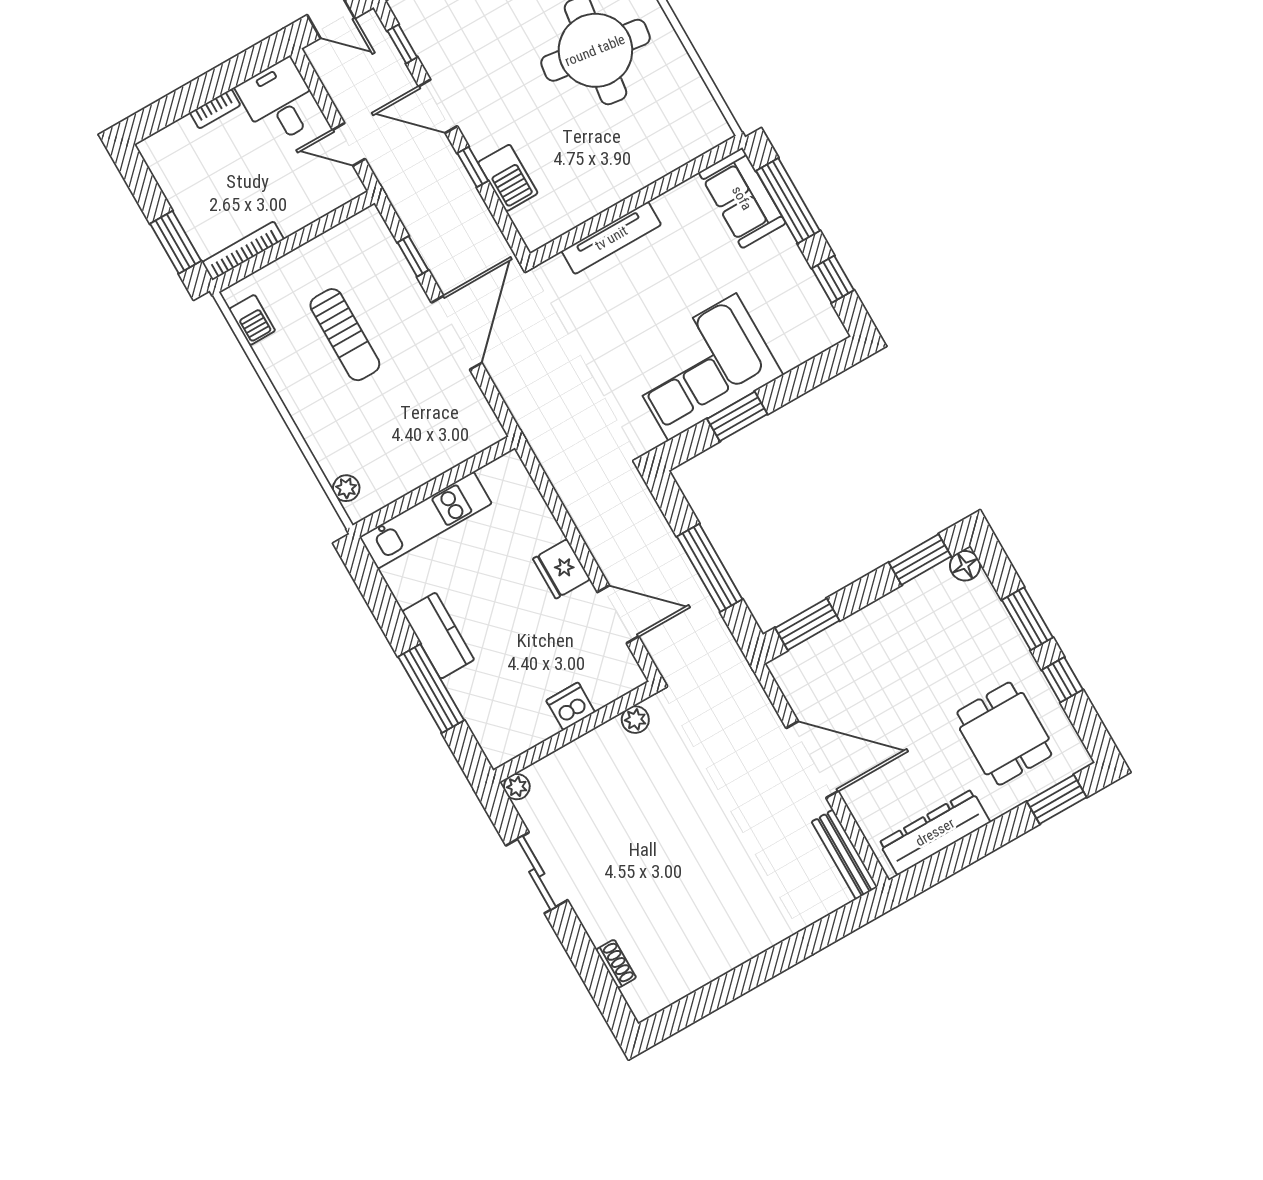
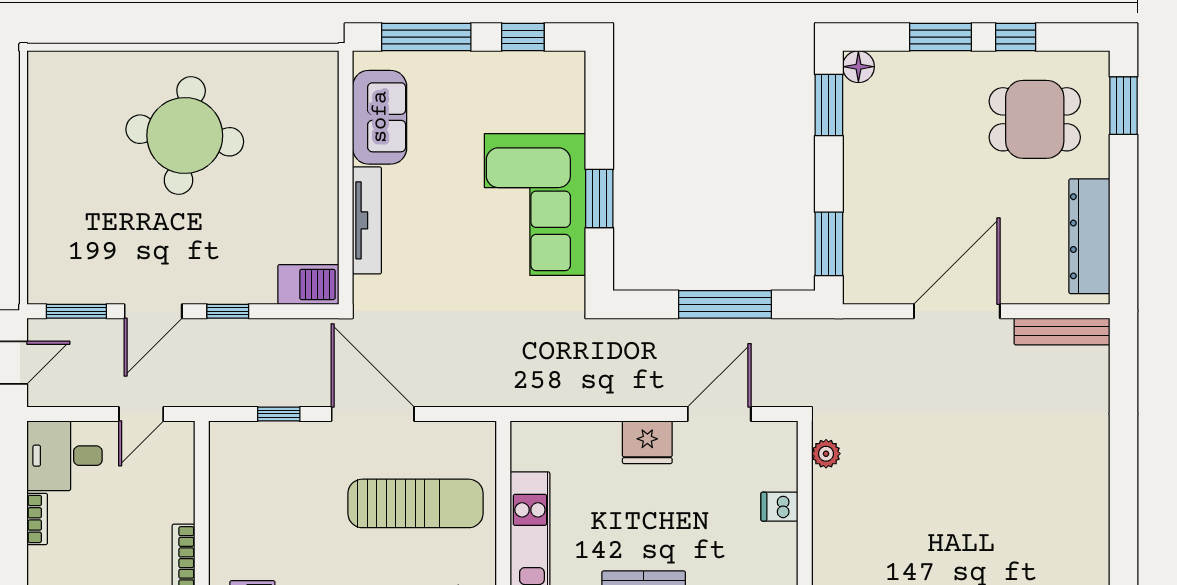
window: (402, 44) -> (76, 311), width x1.50
barbecue: (508, 178) -> (308, 284), moved
sofa: (742, 198) -> (380, 117), moved, turned -90
sun lounger: (345, 335) -> (415, 503), moved, width x1.36, depth x1.34
dishwasher: (571, 706) -> (779, 507), width x0.73

